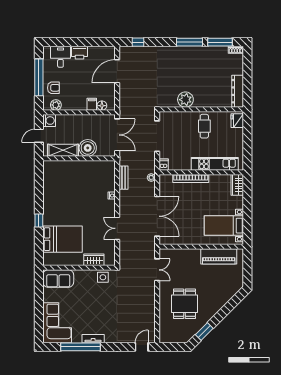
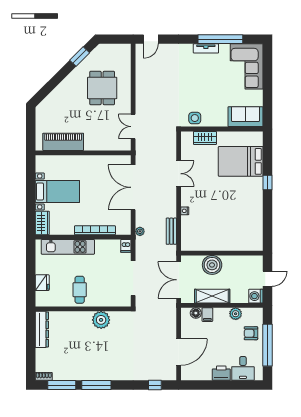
plant: (56, 105) -> (236, 314), moved
fridge: (237, 121) -> (42, 283), moved
shelving: (63, 150) -> (212, 296), moved
bed with nightstands: (224, 226) -> (57, 191), moved

